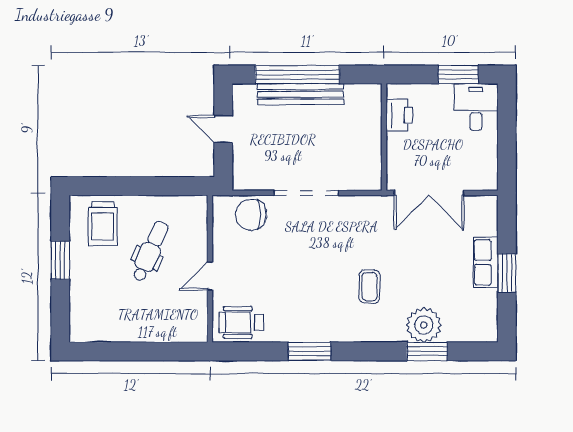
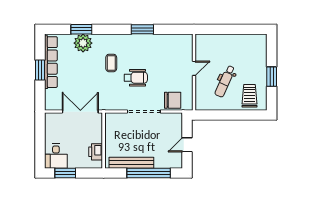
bench: (300, 94) -> (131, 163), moved
door: (223, 129) -> (187, 145), swing flipped
row of seats: (486, 262) -> (51, 62), width x2.02
wheelchair: (241, 322) -> (136, 78), moved

